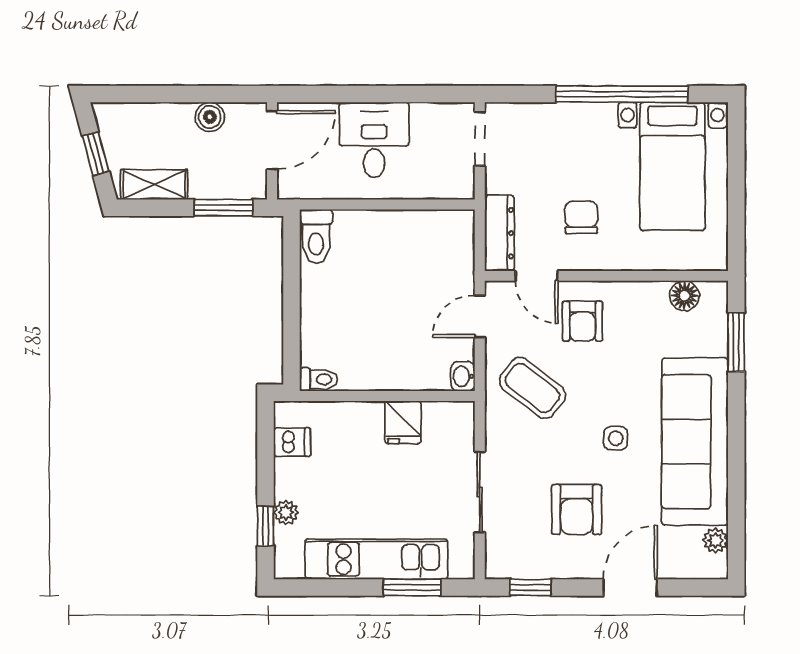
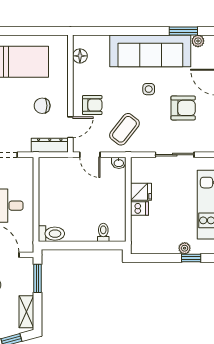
window: (736, 342) -> (183, 31), moved
toilet: (319, 379) -> (103, 232), moved
dishwasher: (292, 442) -> (140, 209), moved, turned 90

